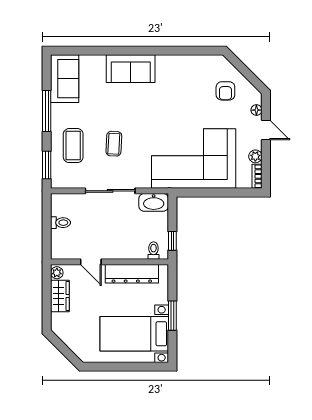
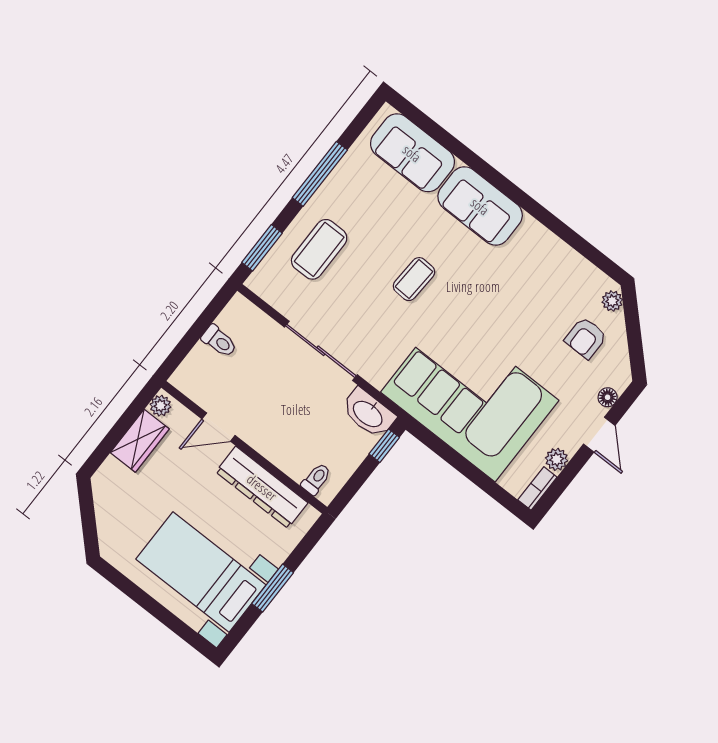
plant: (224, 65) -> (612, 301), added
sofa: (65, 79) -> (412, 153), moved, turned 90
coffee table: (114, 144) -> (414, 279), moved
window: (172, 241) -> (384, 446), moved
door: (91, 262) -> (219, 427), hinge flipped

